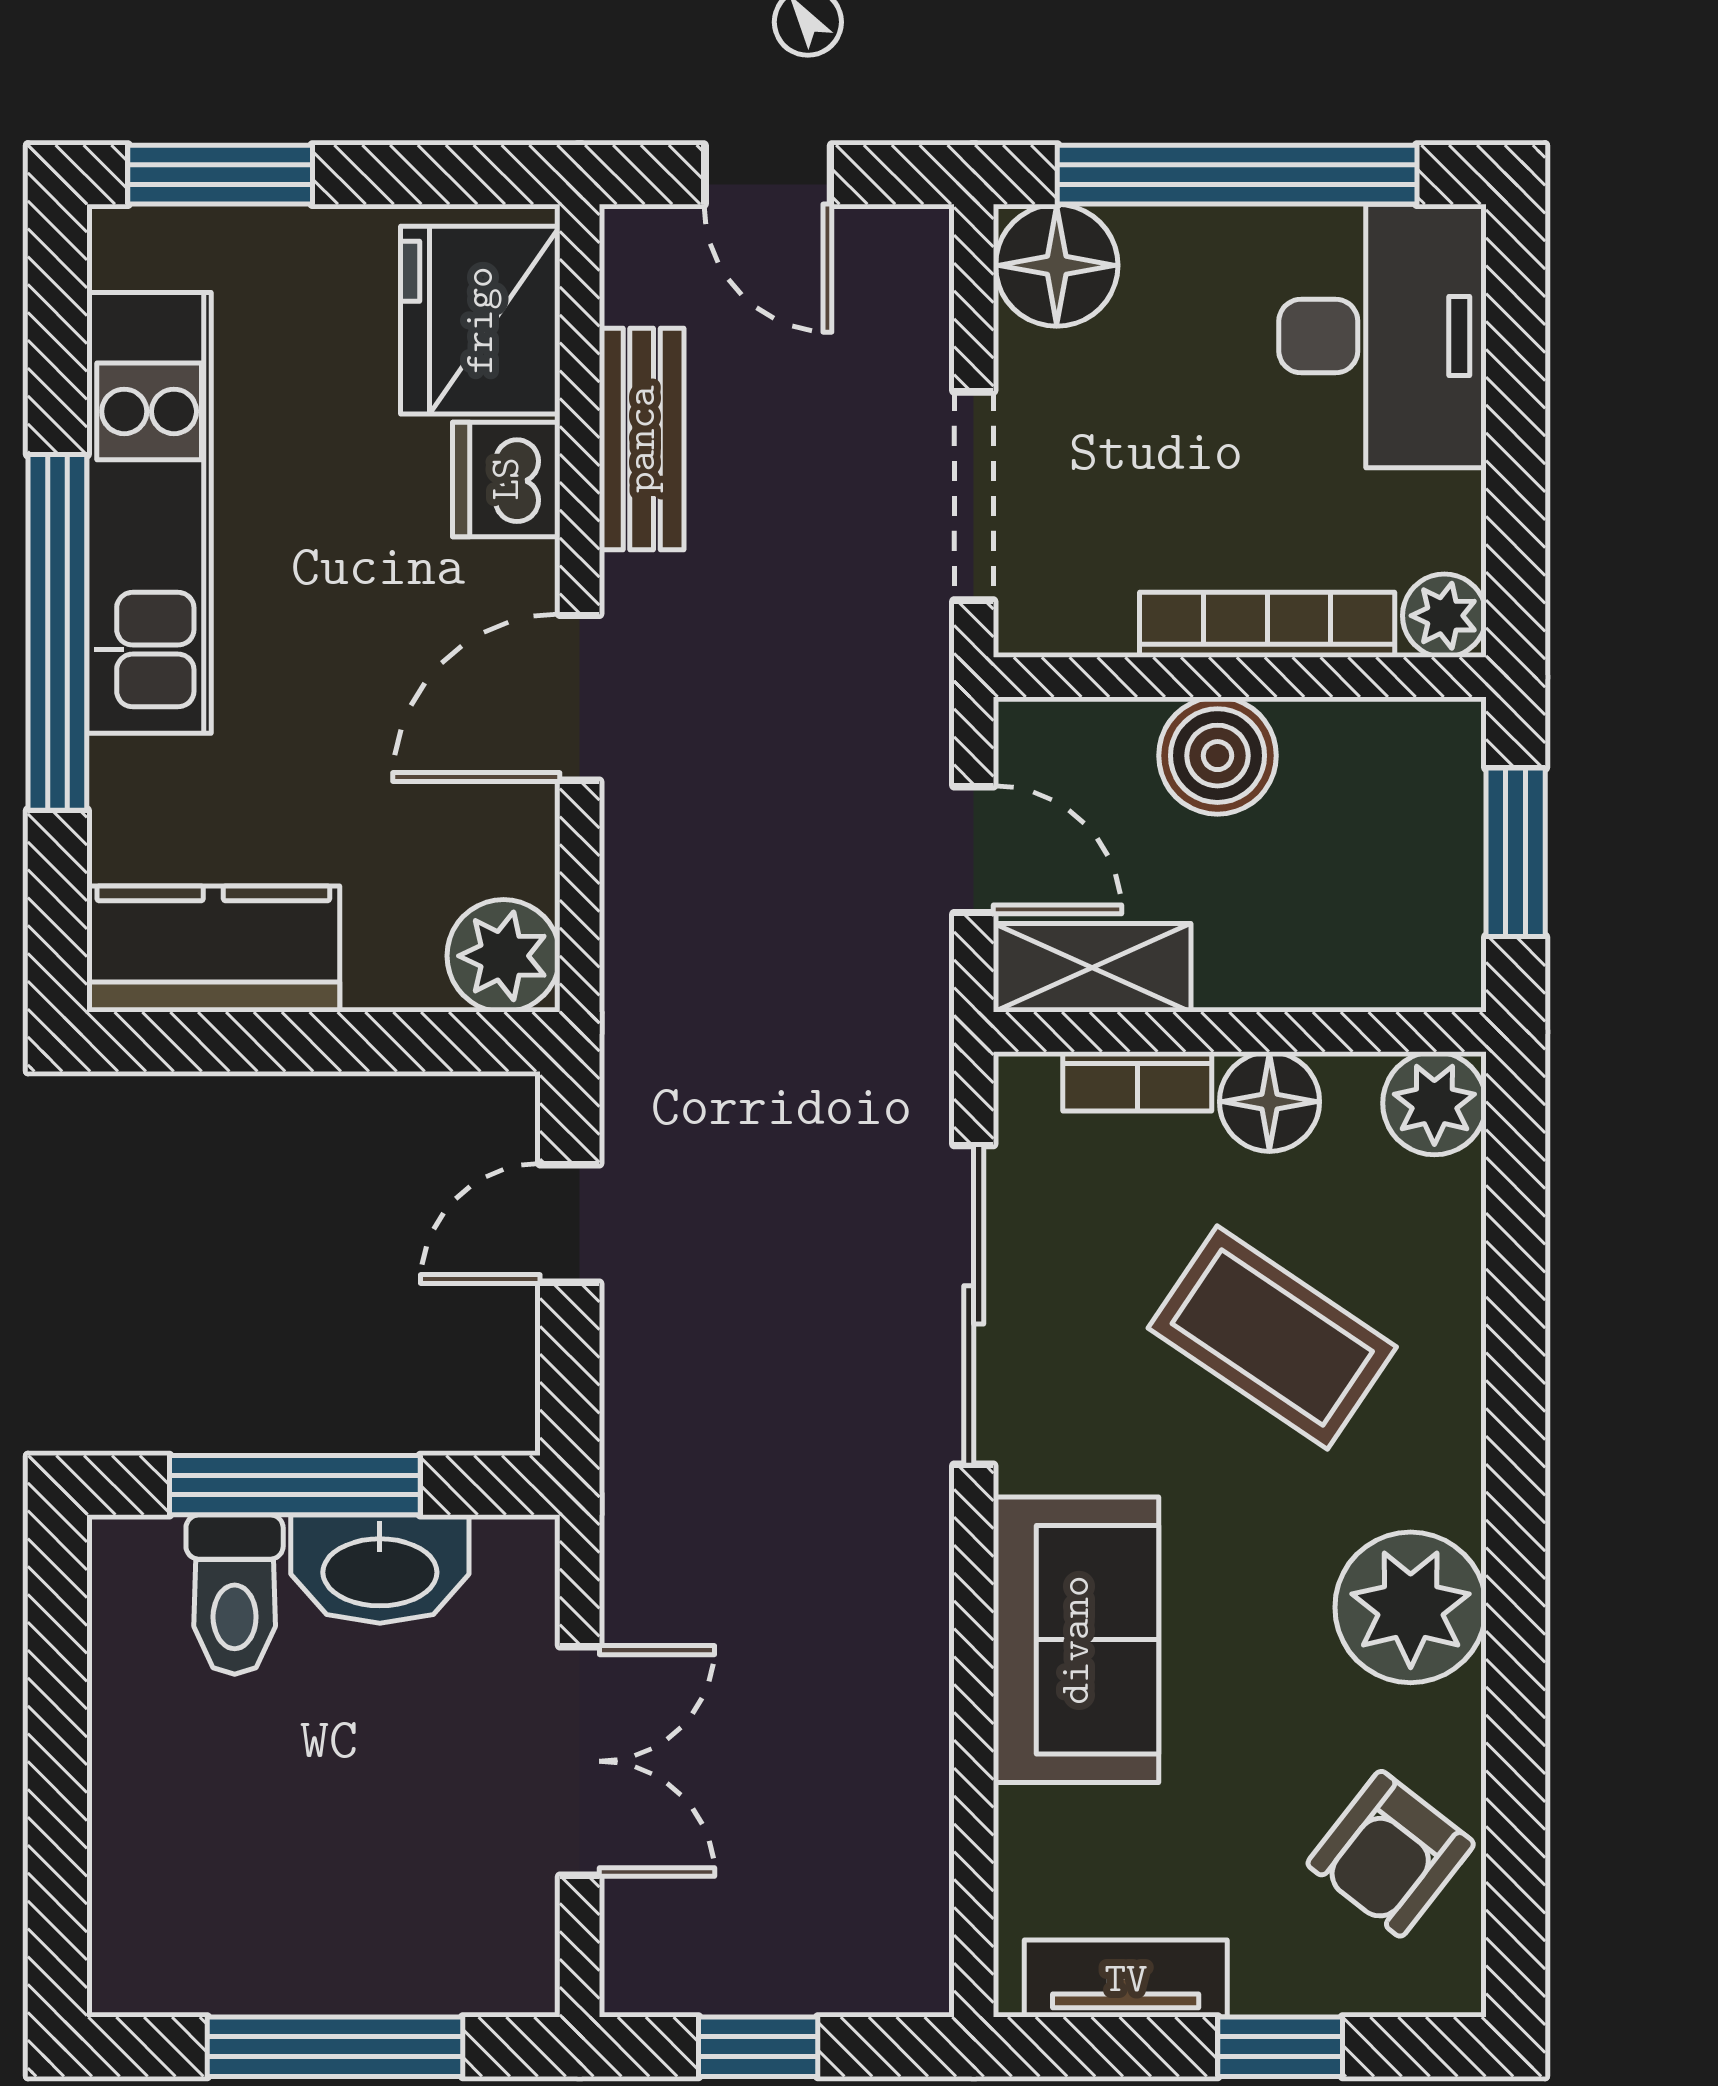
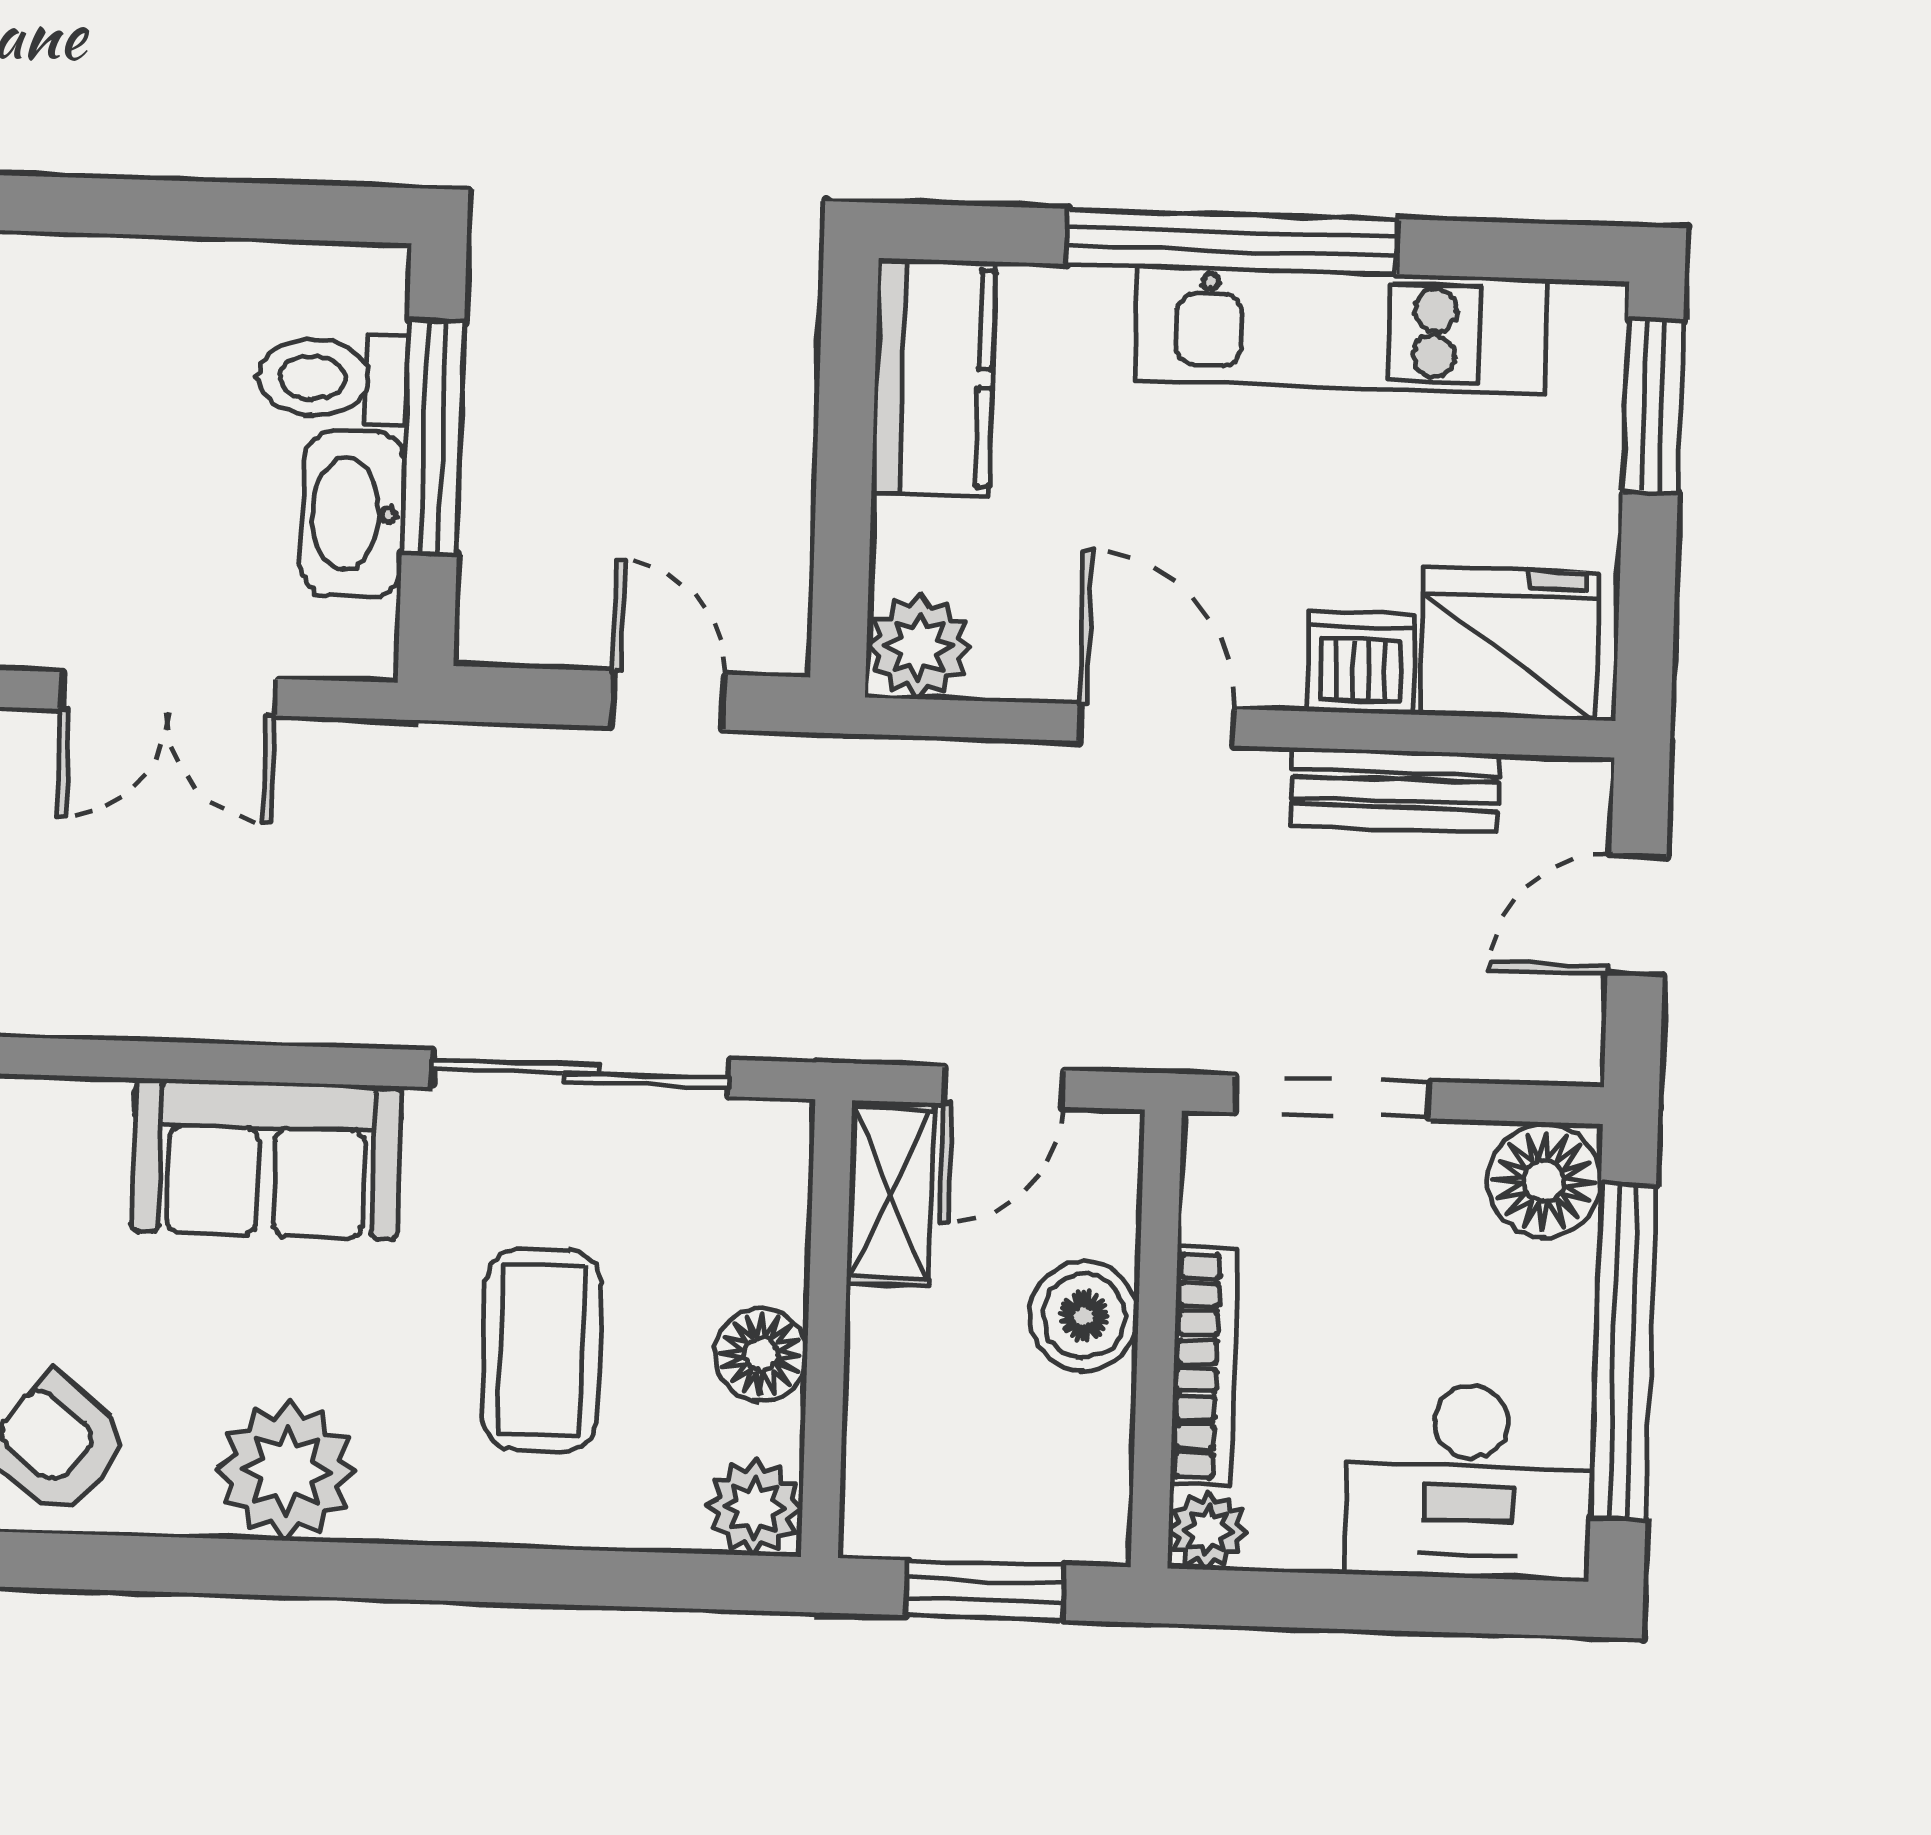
bookcase: (1137, 1081) -> (784, 1232), removed
coffee table: (1272, 1337) -> (542, 1350), turned -34

